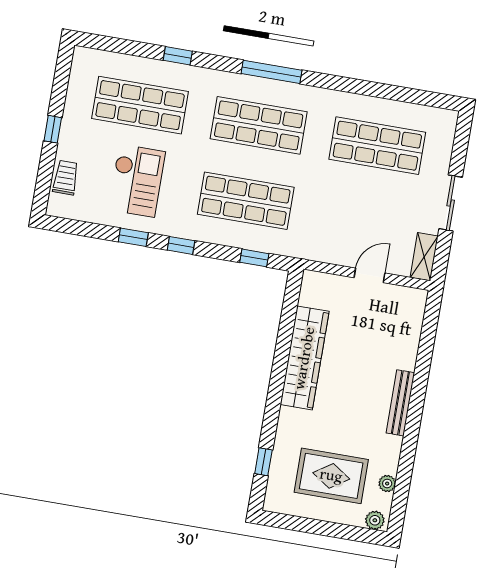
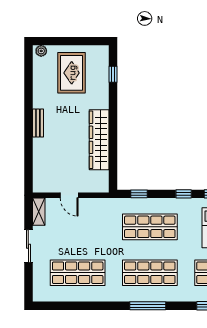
door: (370, 275) -> (69, 195), hinge flipped
bench: (400, 403) -> (38, 123), width x0.73
rug: (331, 476) -> (72, 73), turned 90
plant: (387, 484) -> (38, 74), removed

